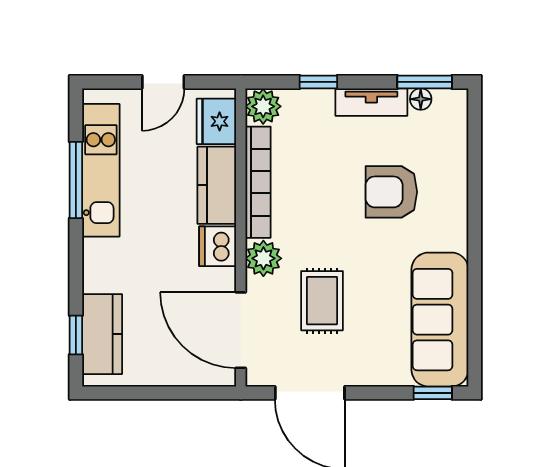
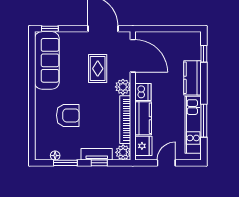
window: (425, 82) -> (65, 163), moved
tv unit: (371, 102) -> (97, 154), moved
kitchen counter: (102, 334) -> (193, 78), moved

